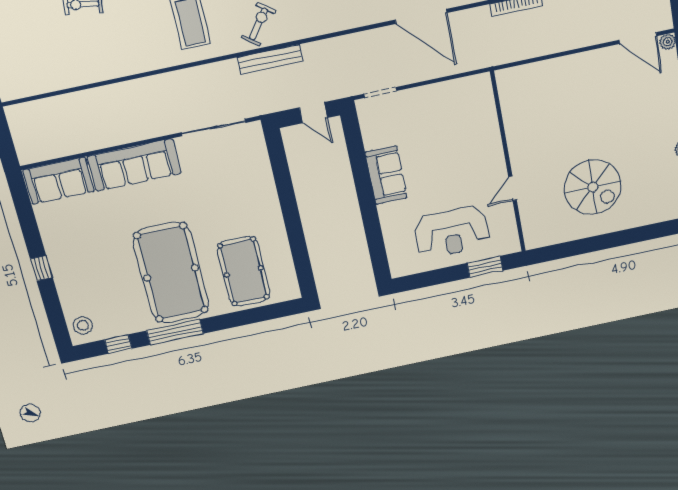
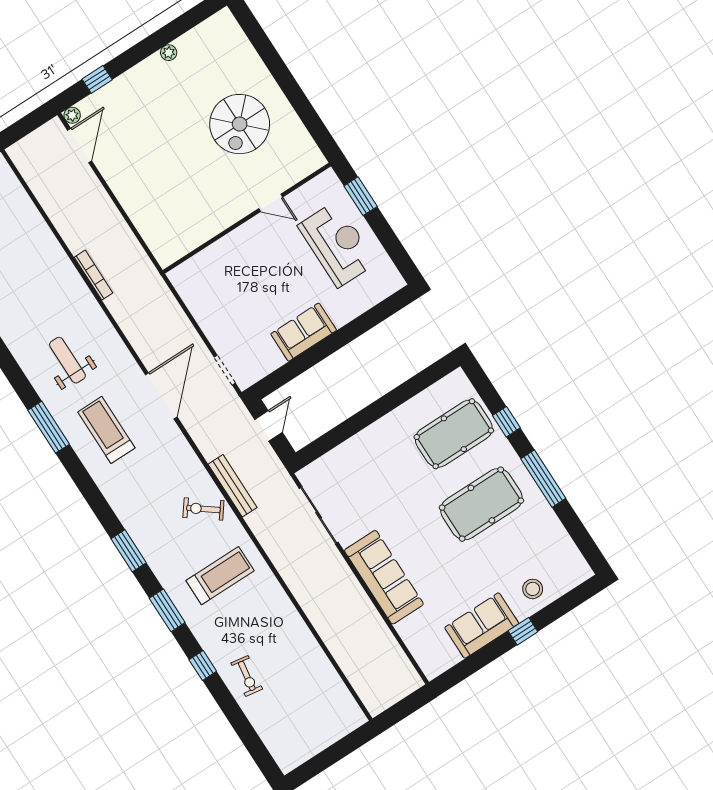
door: (421, 16) -> (161, 396), moved
sofa: (59, 181) -> (482, 626), moved, turned -90
spiral stairs: (593, 187) -> (240, 124), turned 180
pool table: (171, 273) -> (481, 504), width x0.73, depth x0.76
stool: (83, 325) -> (533, 589), moved
window: (118, 344) -> (506, 422), moved

